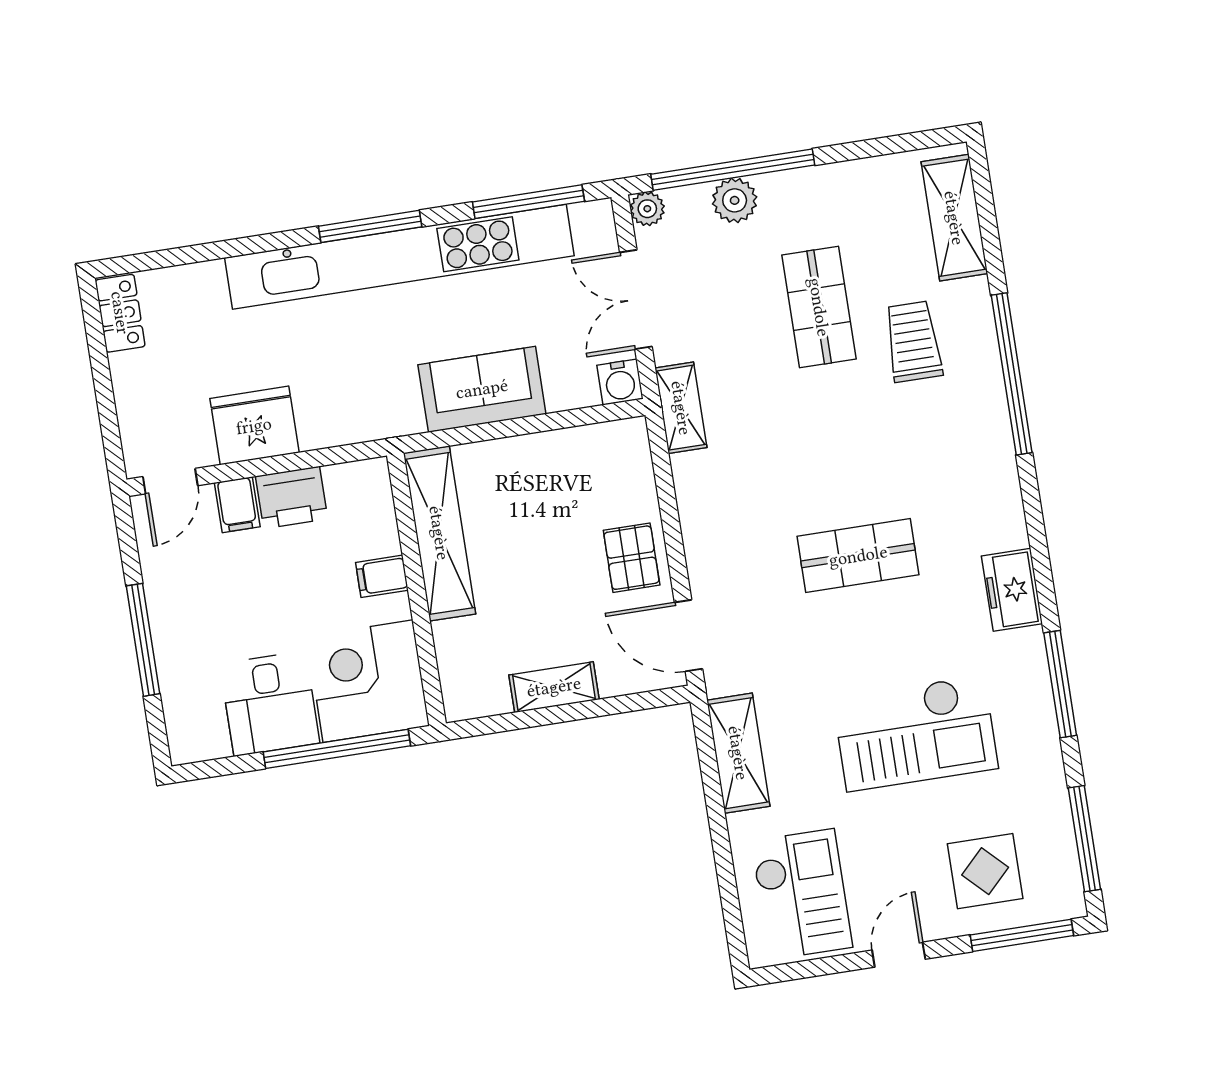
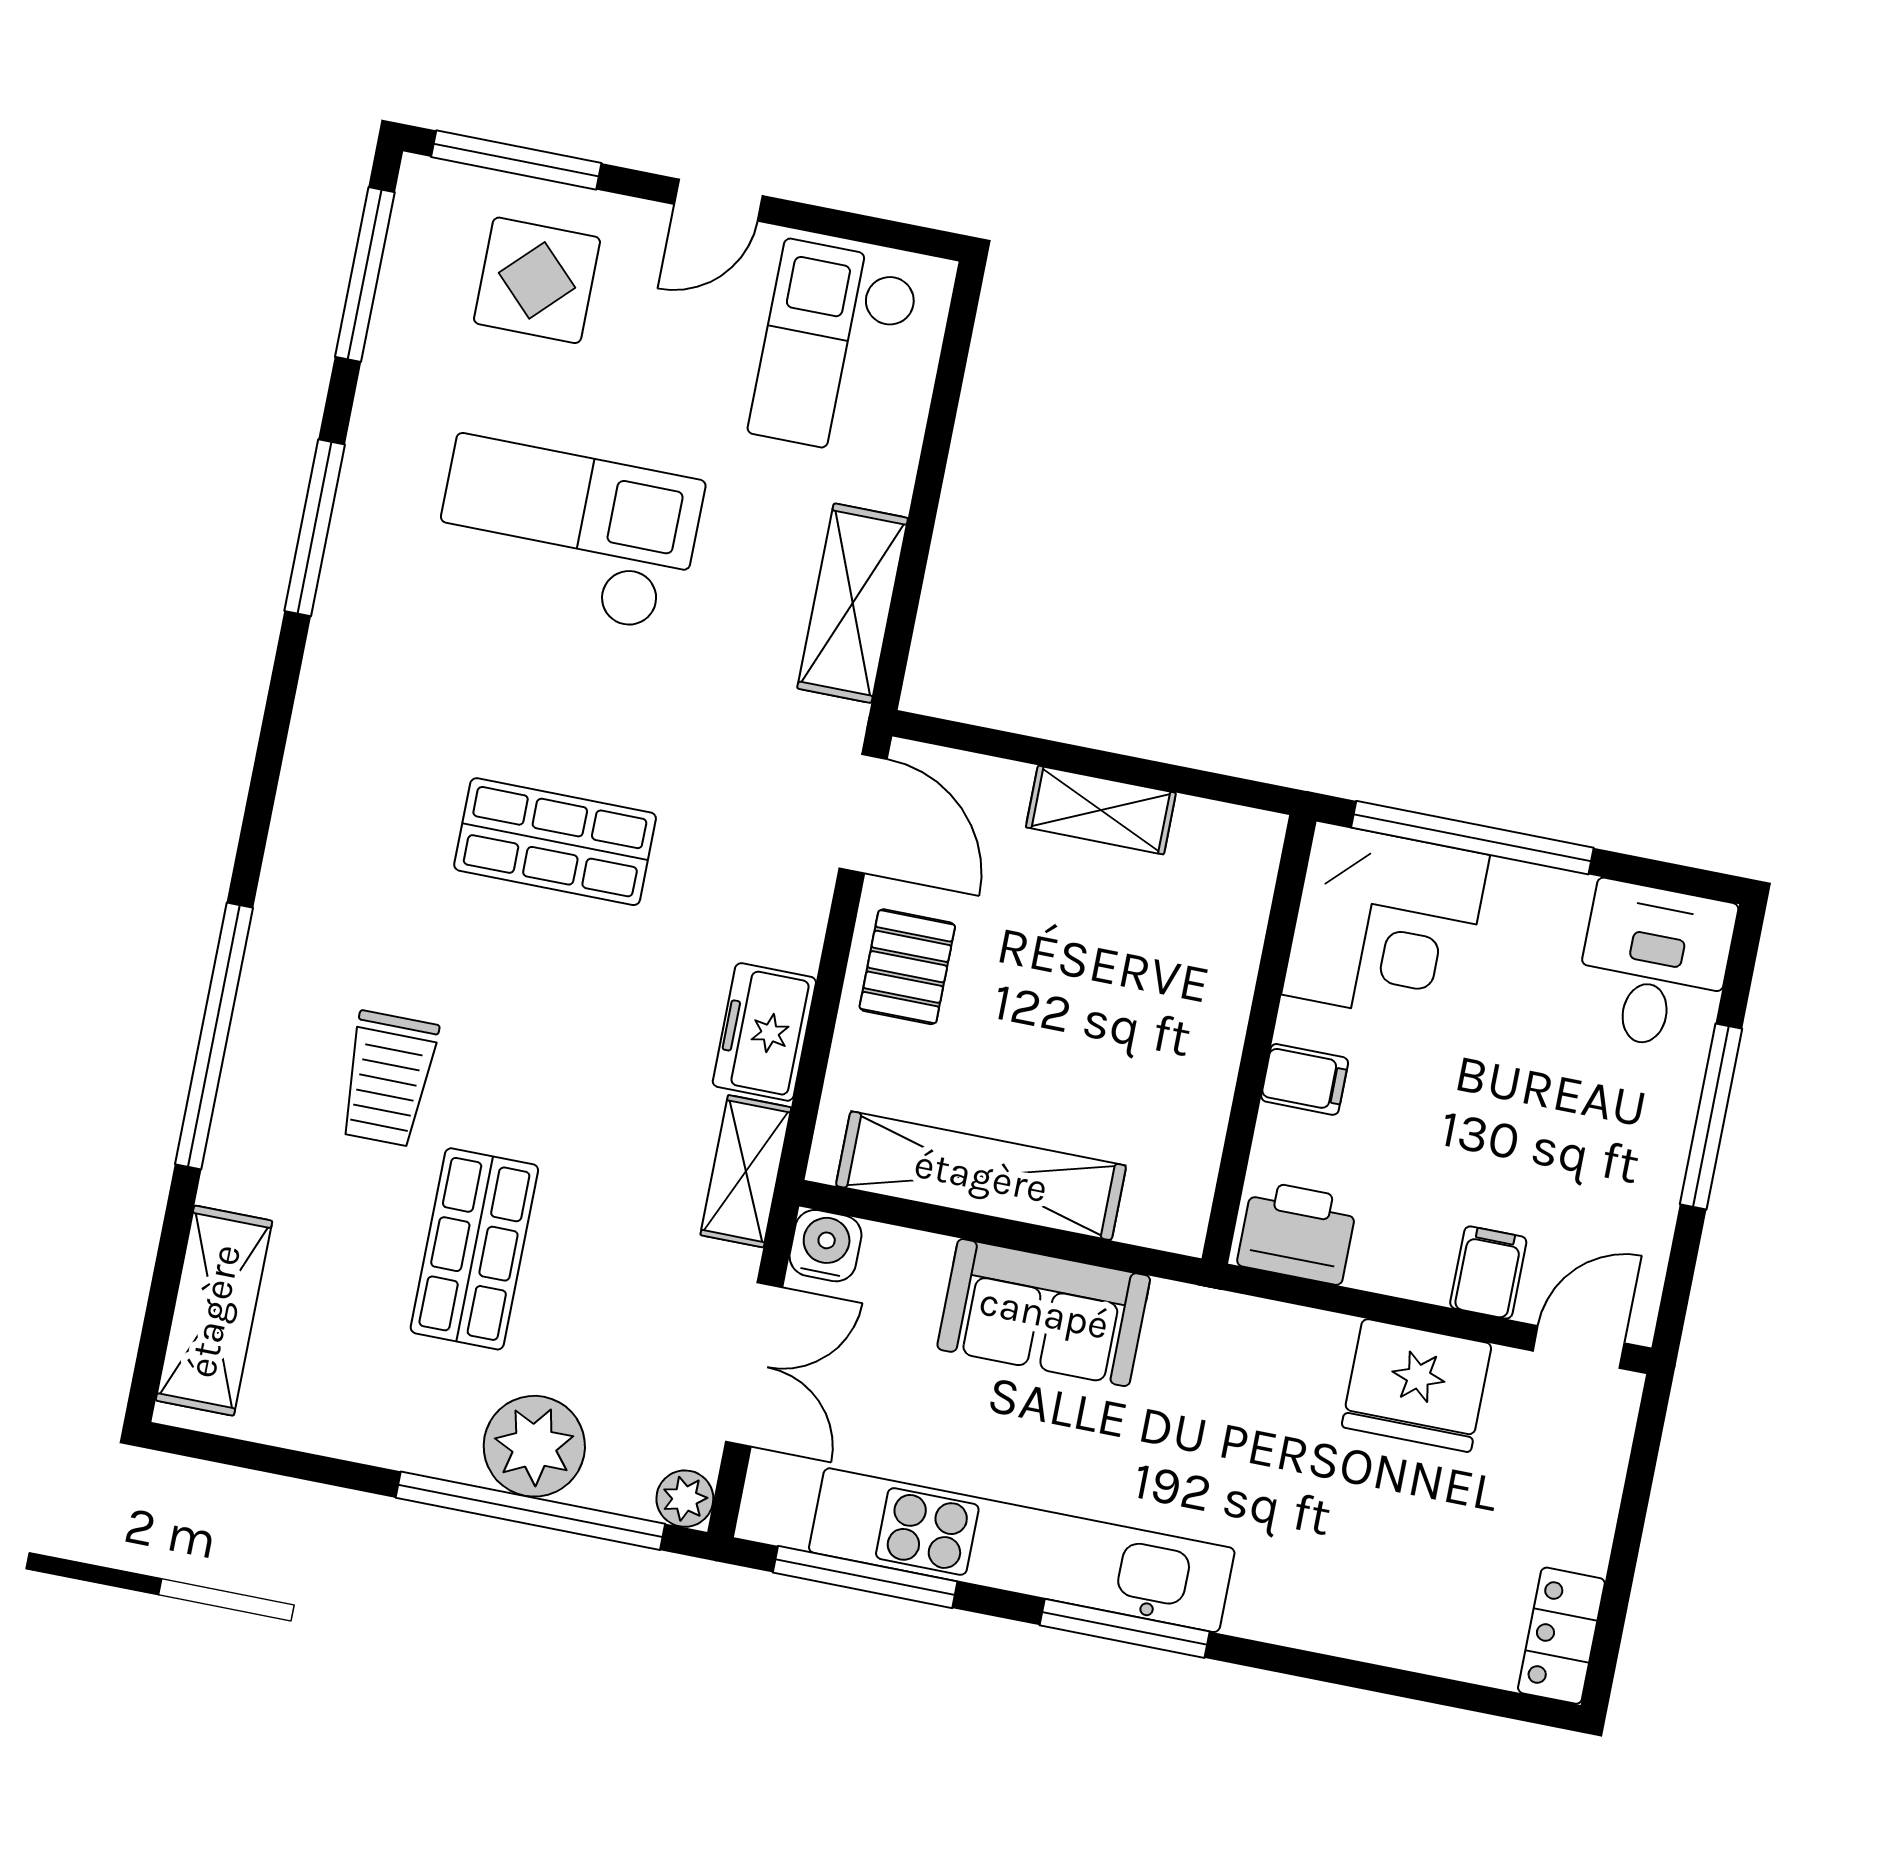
plant: (735, 200) -> (534, 1446), width x1.36, depth x1.36
kitchen unit: (399, 257) -> (1022, 1550), width x0.73
trolley: (913, 342) -> (388, 1079), moved
printer: (292, 498) -> (1297, 1232), moved
shelving: (439, 533) -> (981, 1176), moved, turned 90
freezer: (1012, 590) -> (764, 1032), moved, turned 180
desk: (270, 704) -> (1654, 966), moved

